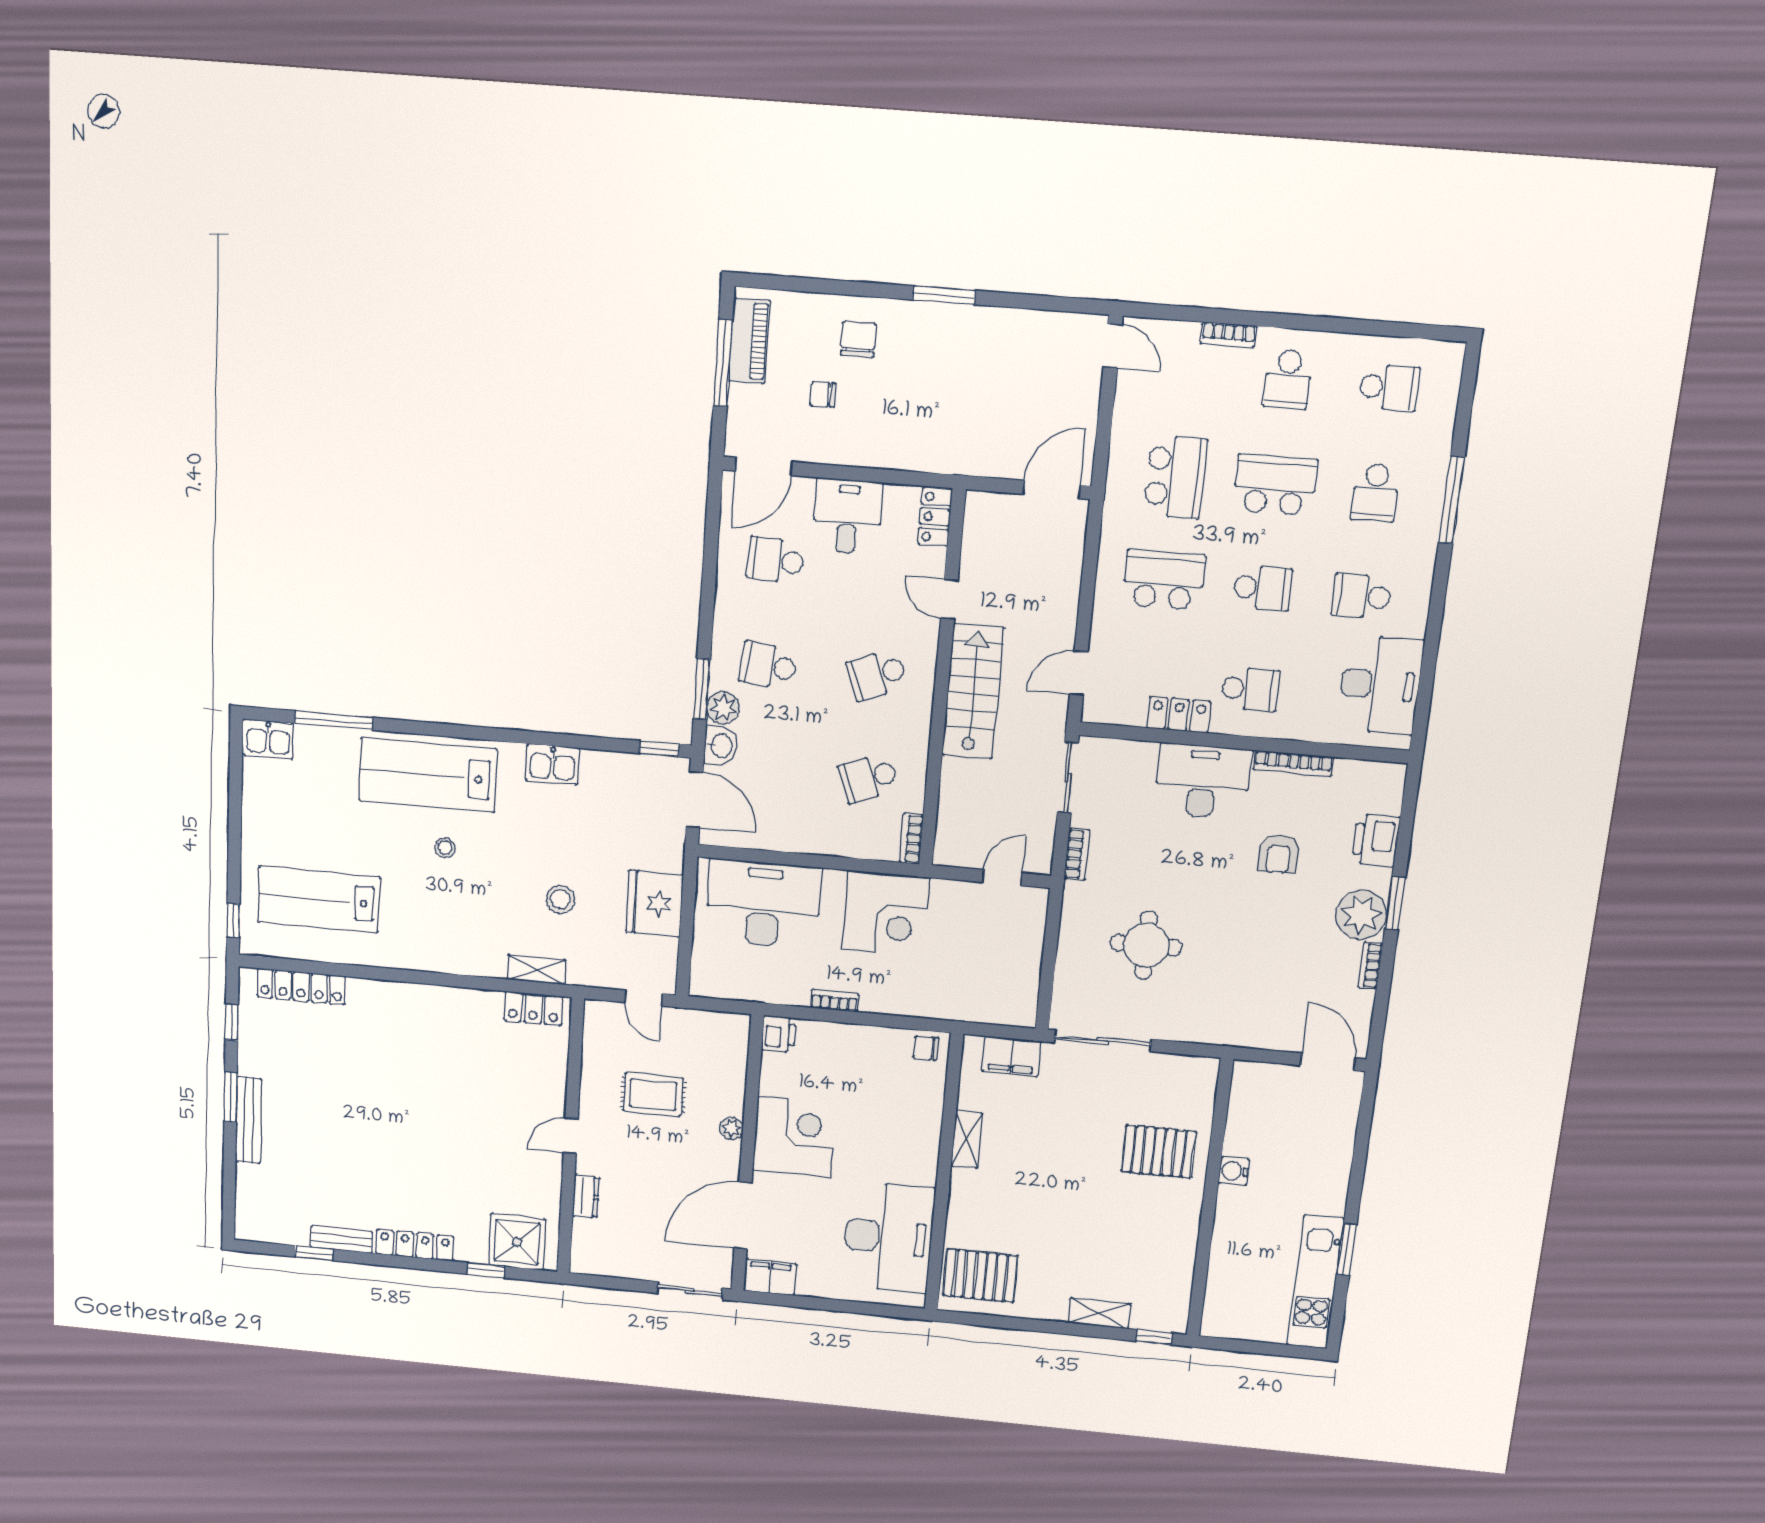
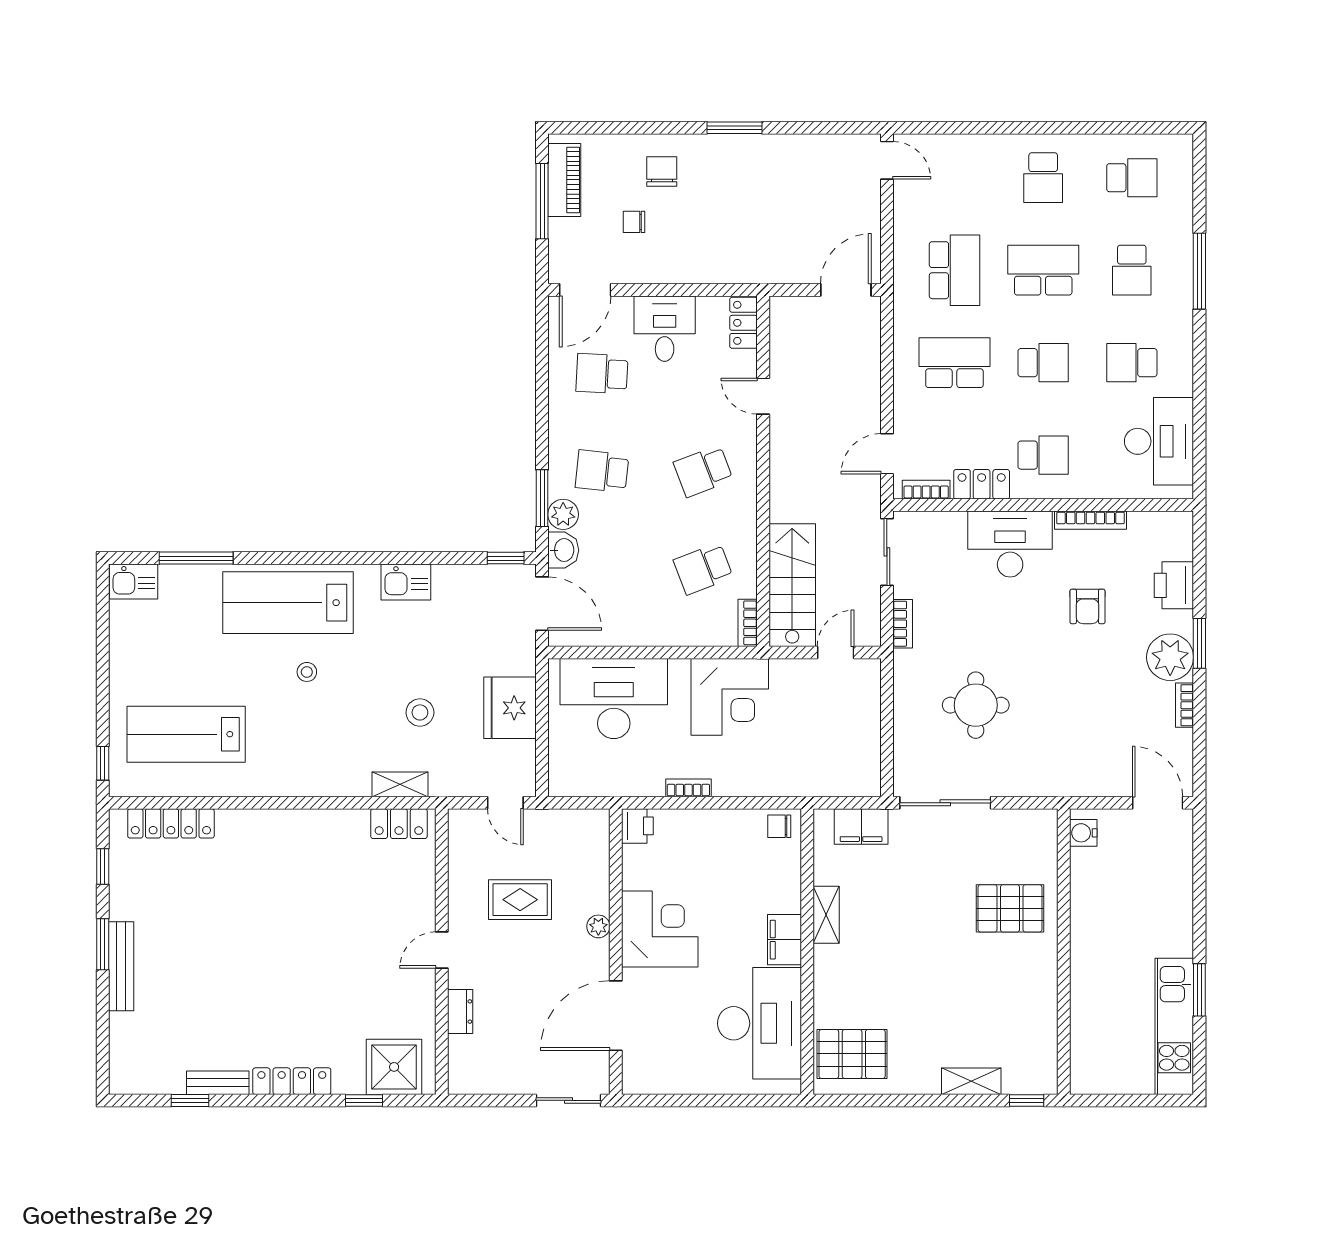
bookcase: (1229, 335) -> (926, 490), moved, turned 180
stairs: (973, 691) -> (792, 585), moved
water cooler: (1234, 1171) -> (1083, 833), moved
filing cabinet: (770, 1277) -> (785, 940), moved, turned -90

